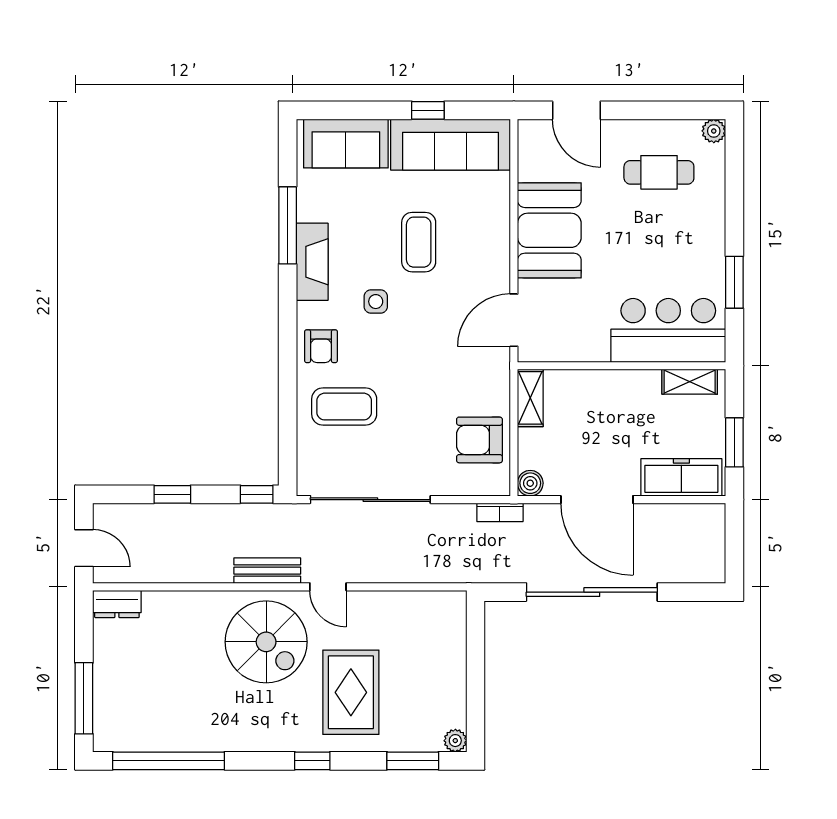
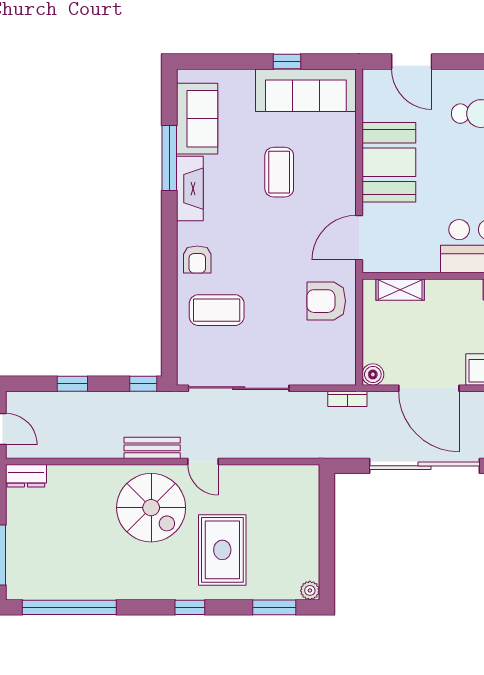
sofa: (346, 144) -> (197, 119), moved, turned -90
side table: (376, 302) -> (243, 222), removed
shelving: (530, 398) -> (400, 290), moved, turned 90
armchair: (479, 440) -> (326, 301), moved

